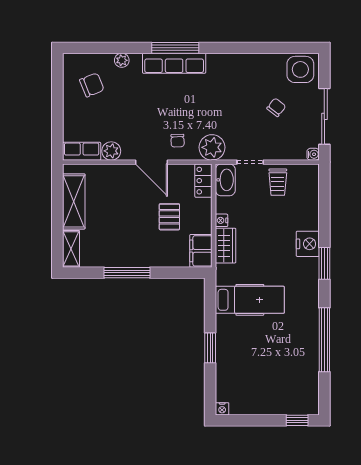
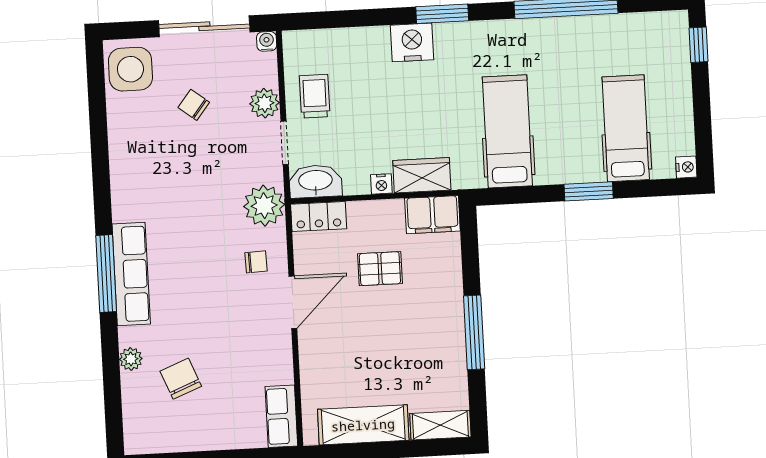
chair: (92, 85) -> (181, 379), moved
plant: (111, 151) -> (265, 103), moved
trolley: (278, 182) -> (315, 96), turned -90
hospital bed: (248, 373) -> (626, 128), added

